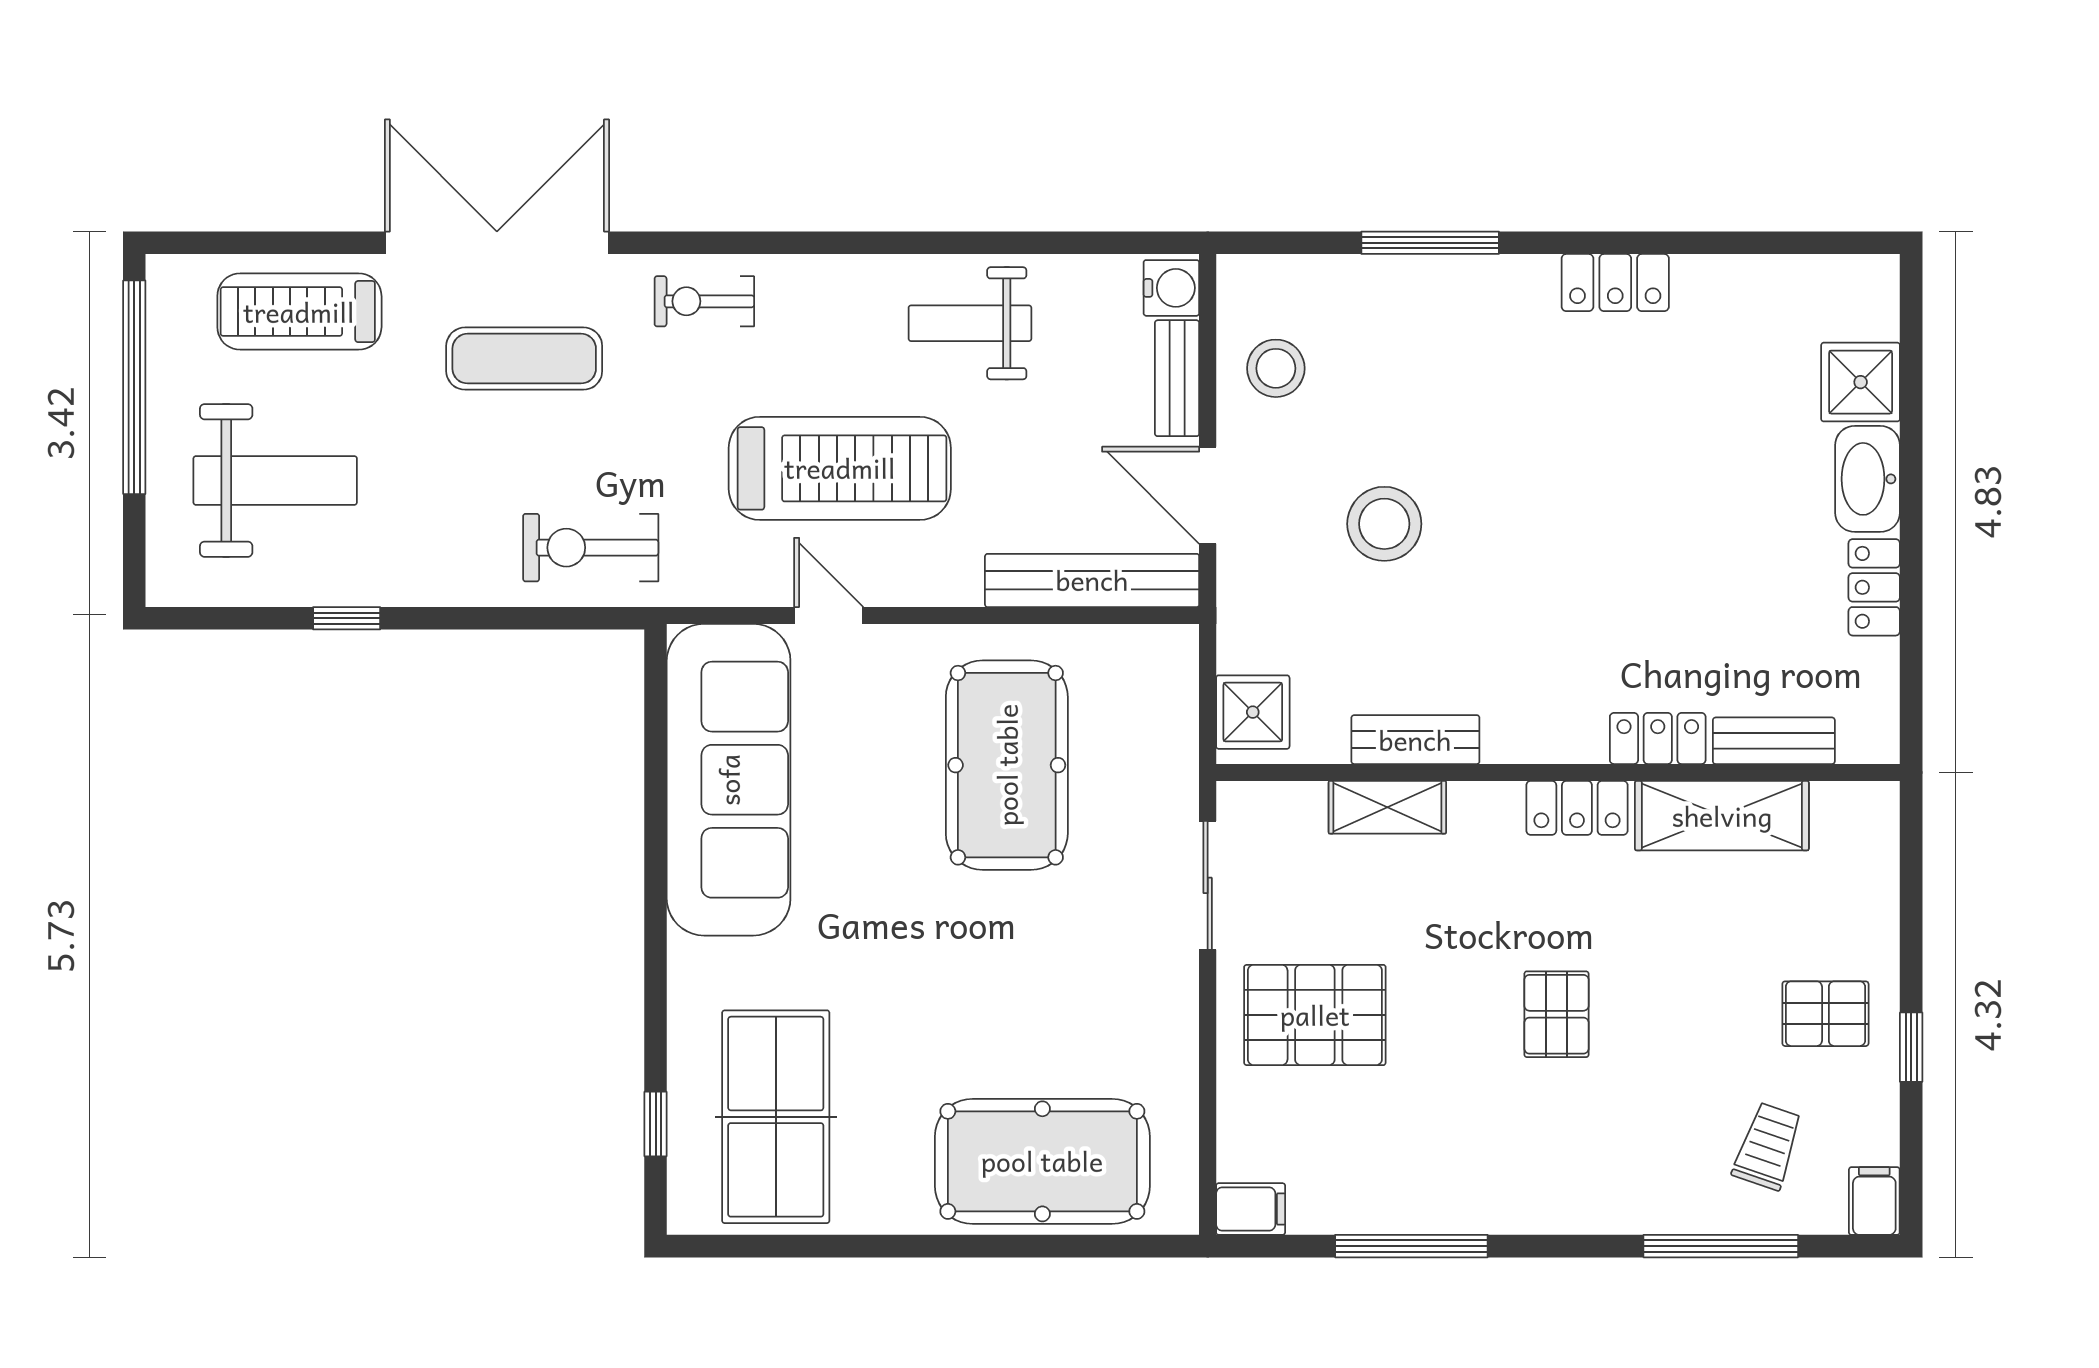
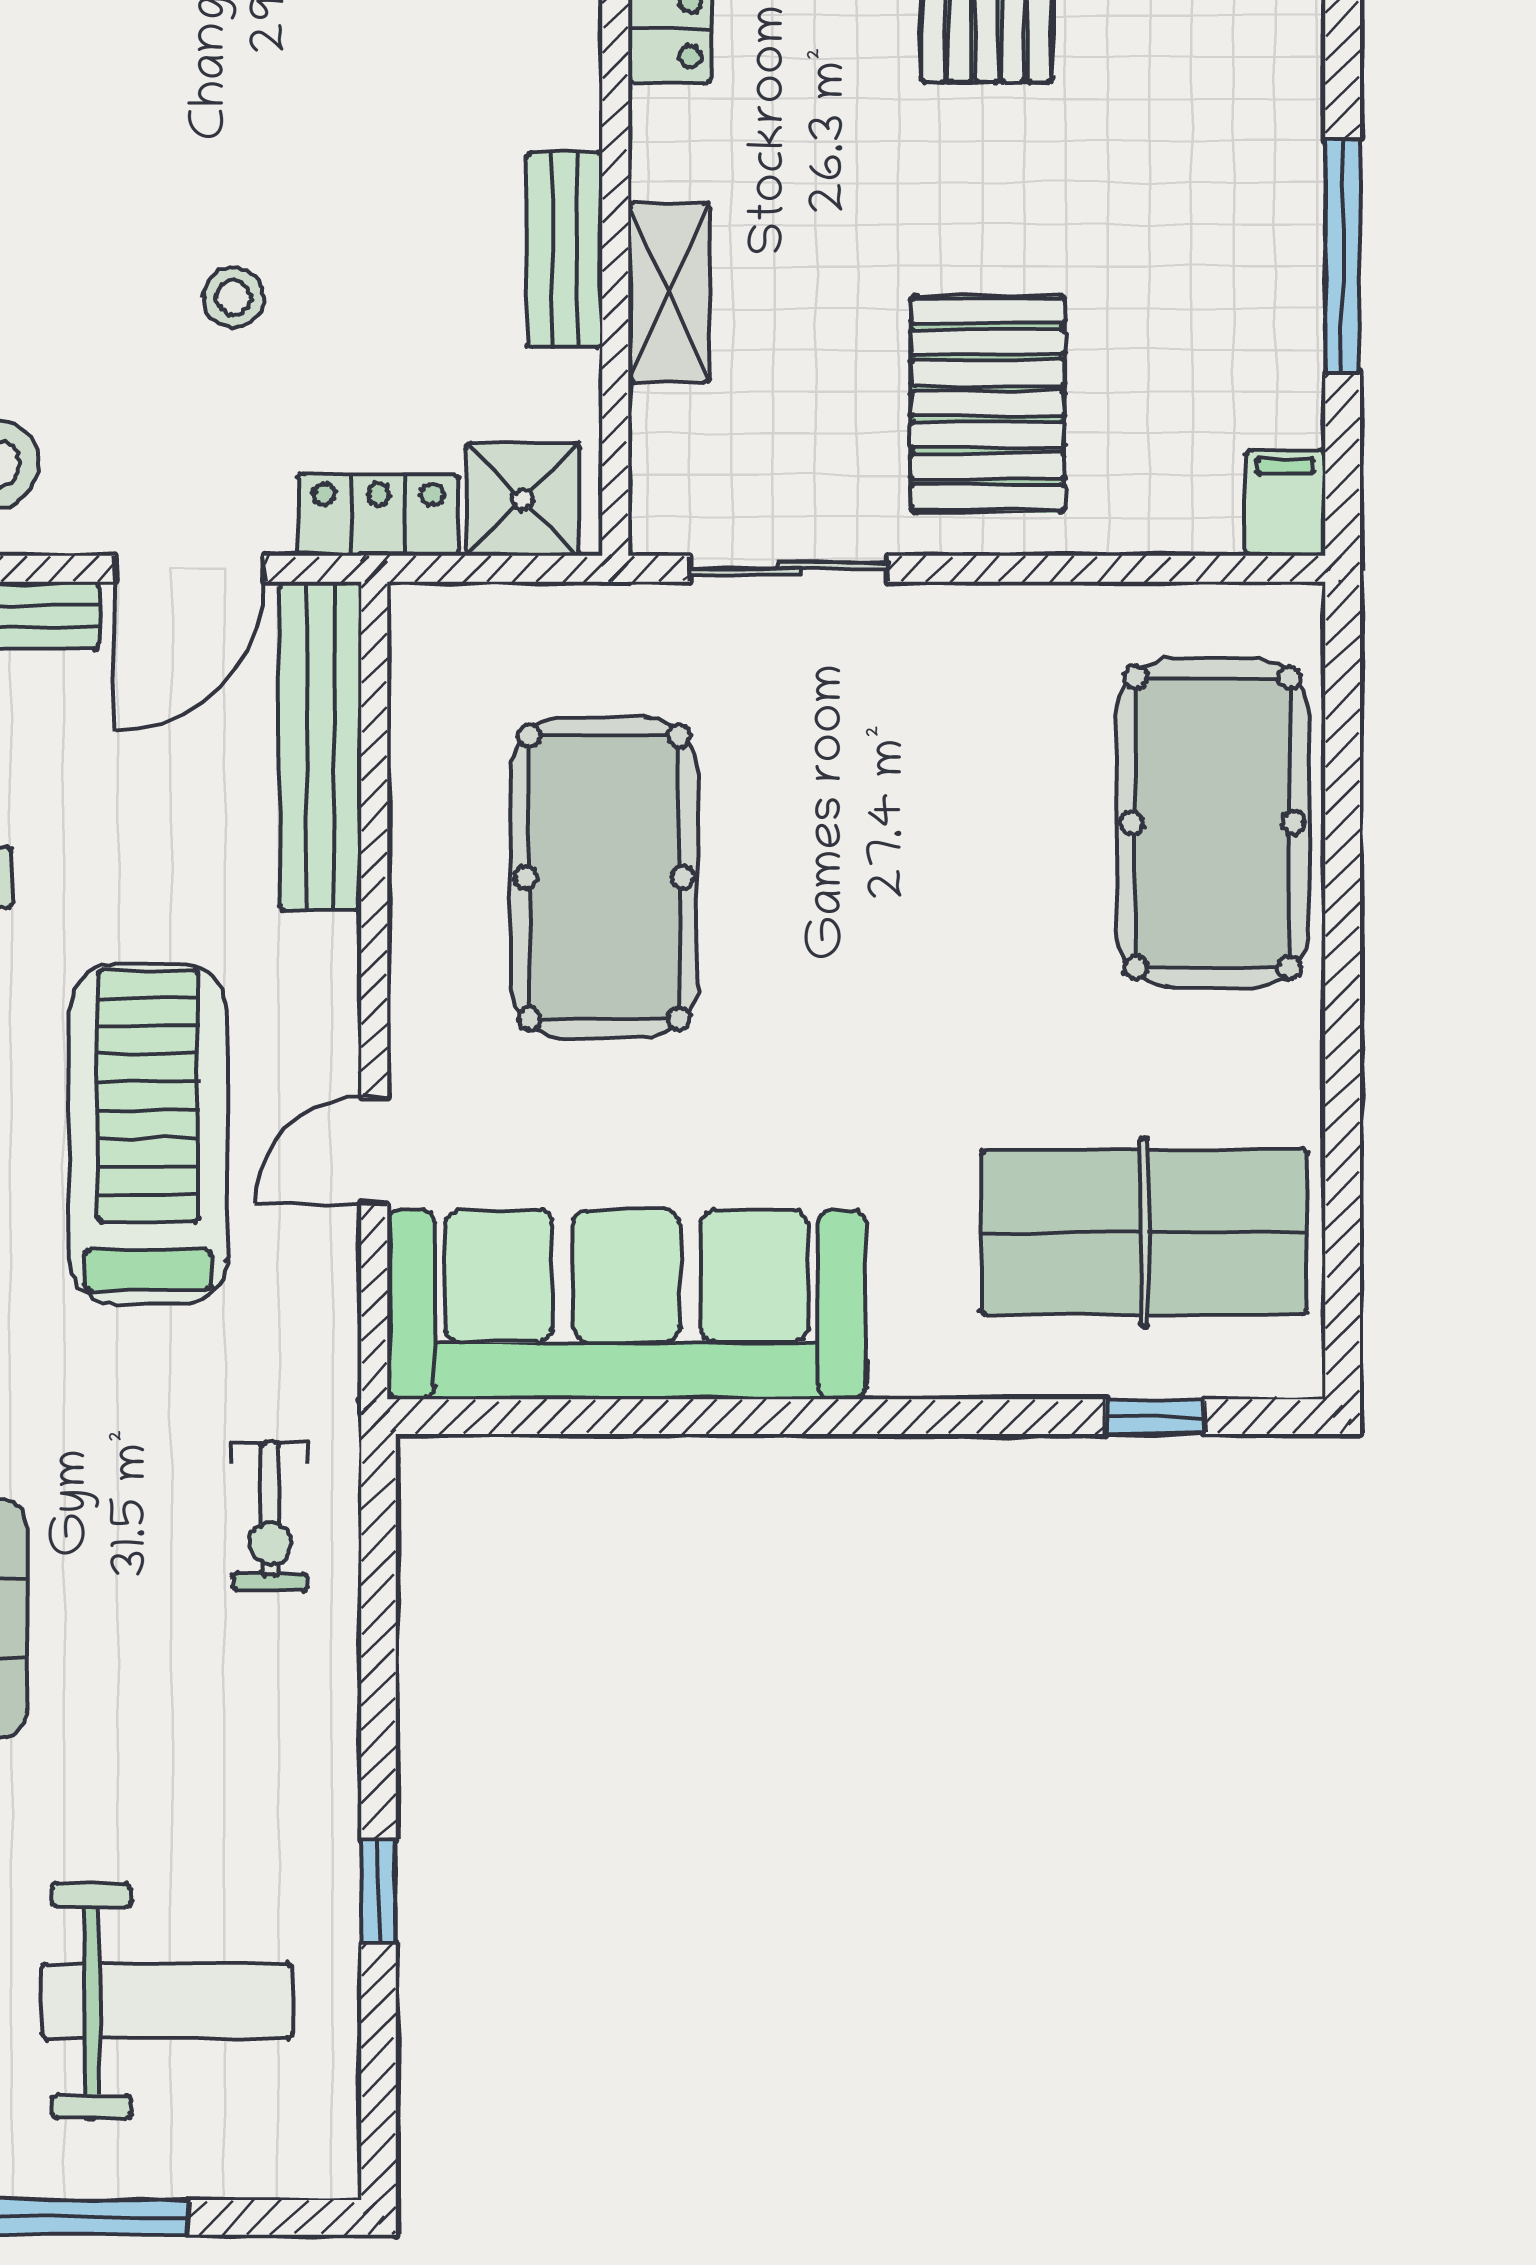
weight bench: (275, 480) -> (167, 2001), turned 90
stool: (1384, 524) -> (233, 297), width x0.53, depth x0.53
exercise bike: (591, 548) -> (270, 1516), width x0.73, depth x0.72
locker: (1243, 618) -> (378, 515), added
pool table: (1007, 765) -> (604, 877), turned 90

